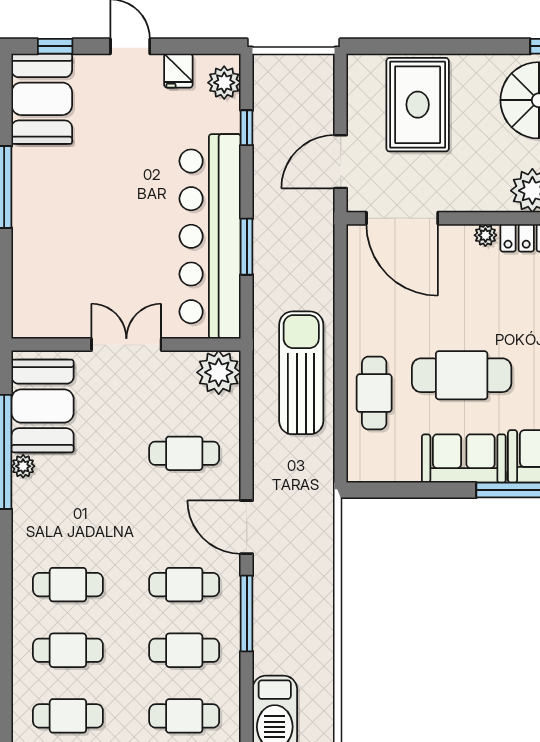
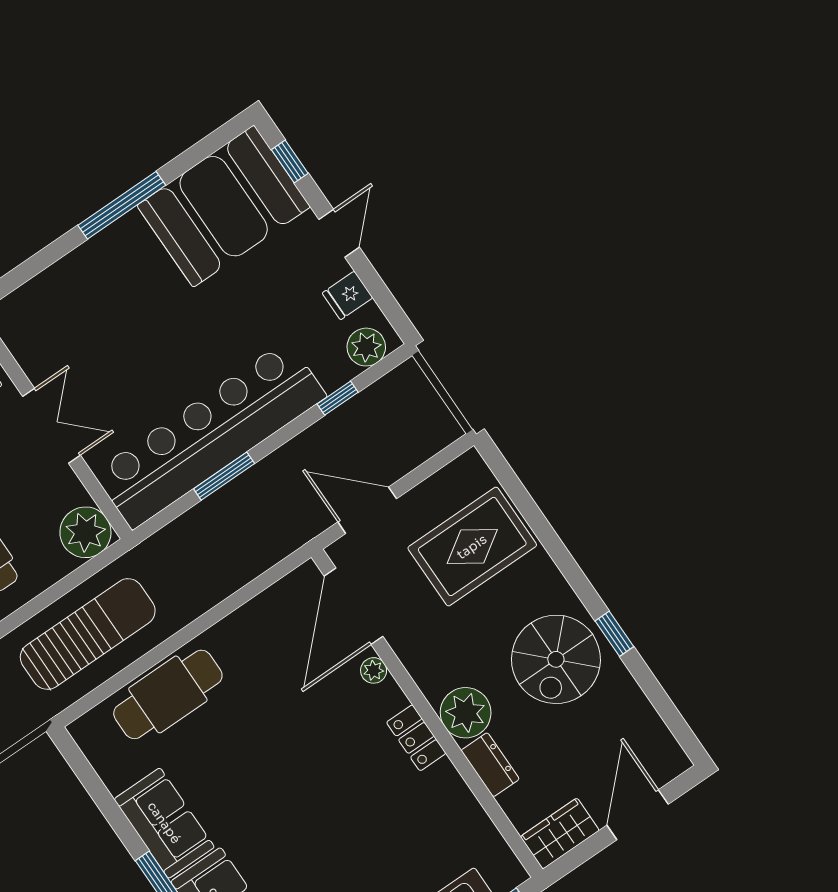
booth: (42, 99) -> (224, 206), width x1.36, depth x1.42
plant: (485, 235) -> (374, 670), moved
sun lounger: (301, 373) -> (88, 634), moved
cafe table: (462, 375) -> (242, 766), removed
cafe table: (374, 393) -> (168, 694), width x1.37, depth x1.35

